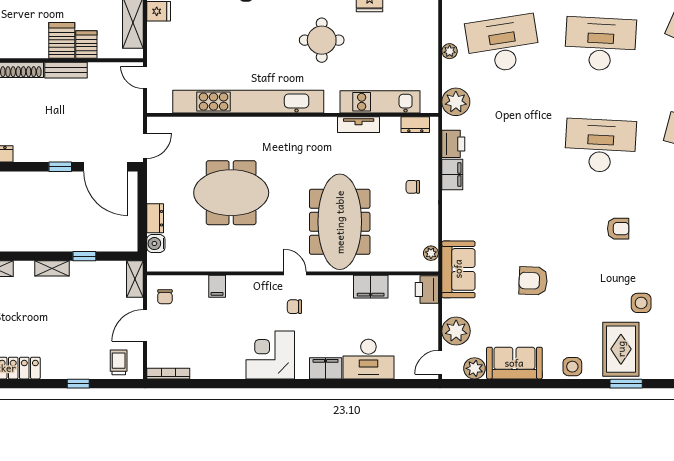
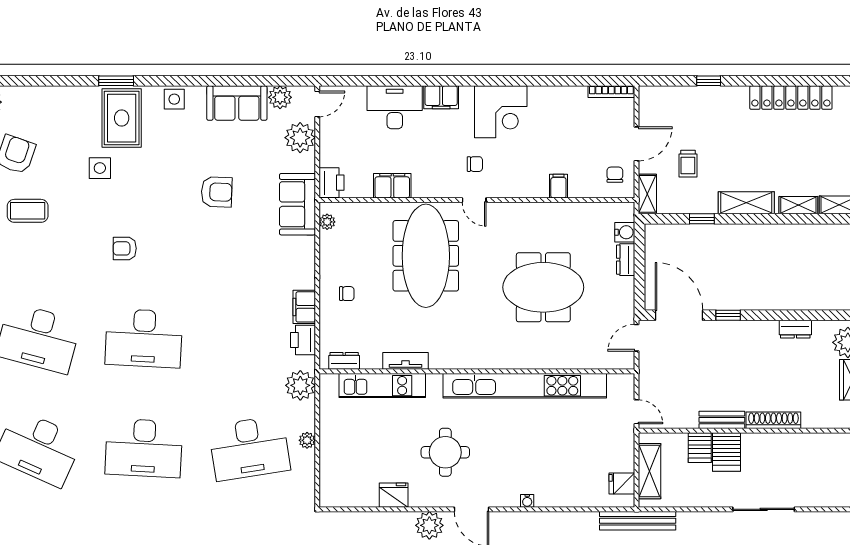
shelving: (52, 268) -> (746, 203), width x1.50, depth x1.33
trolley: (119, 362) -> (688, 164), moved

